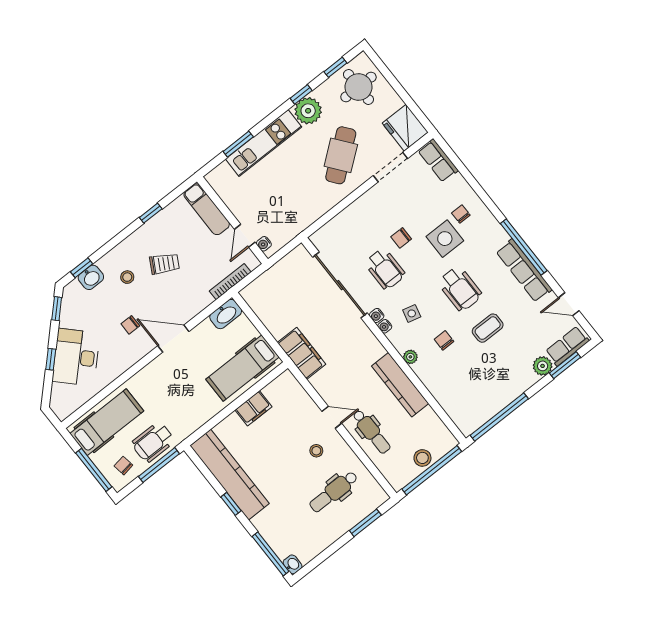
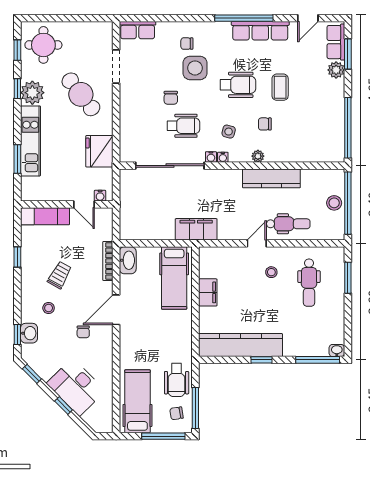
fridge: (405, 128) -> (99, 151), moved, turned 90
bookcase: (230, 282) -> (108, 261), moved
window: (159, 465) -> (195, 408), moved

